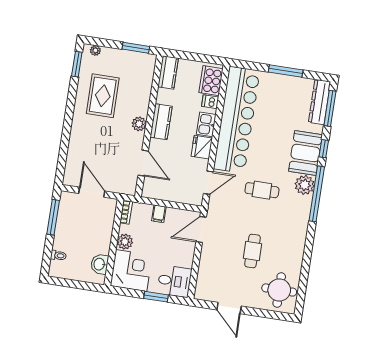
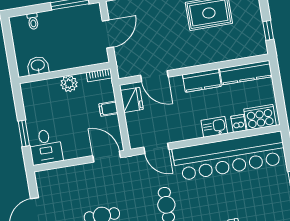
window: (136, 48) -> (268, 30), width x0.67
kitchen counter: (168, 72) -> (246, 73), width x1.50
plant: (139, 124) -> (192, 59), removed
fridge: (202, 147) -> (132, 100), moved, turned 90
door: (143, 163) -> (154, 76), hinge flipped
corner desk: (131, 270) -> (42, 100), removed

